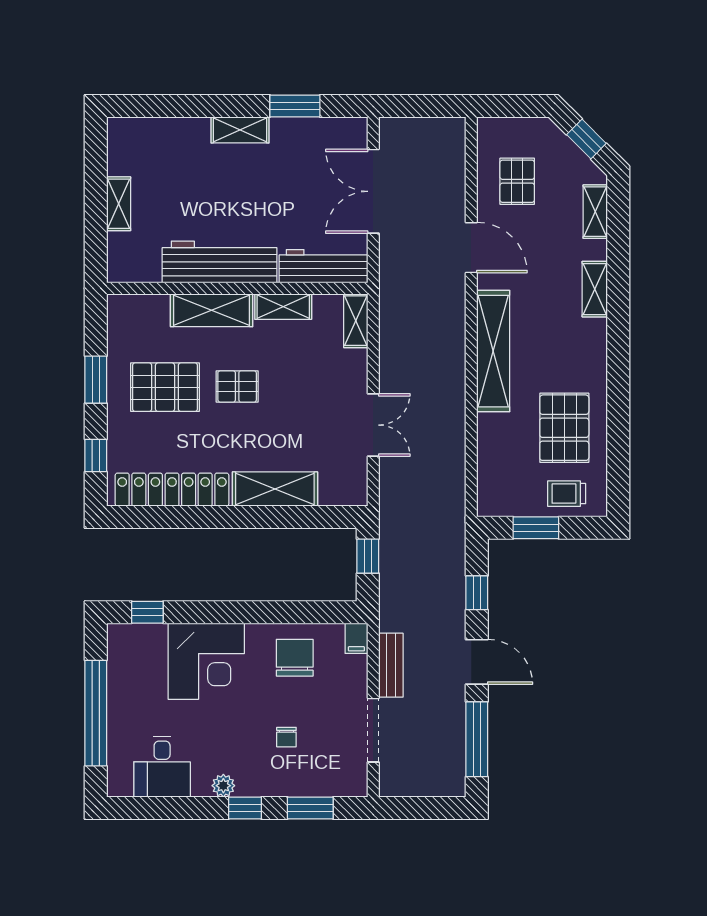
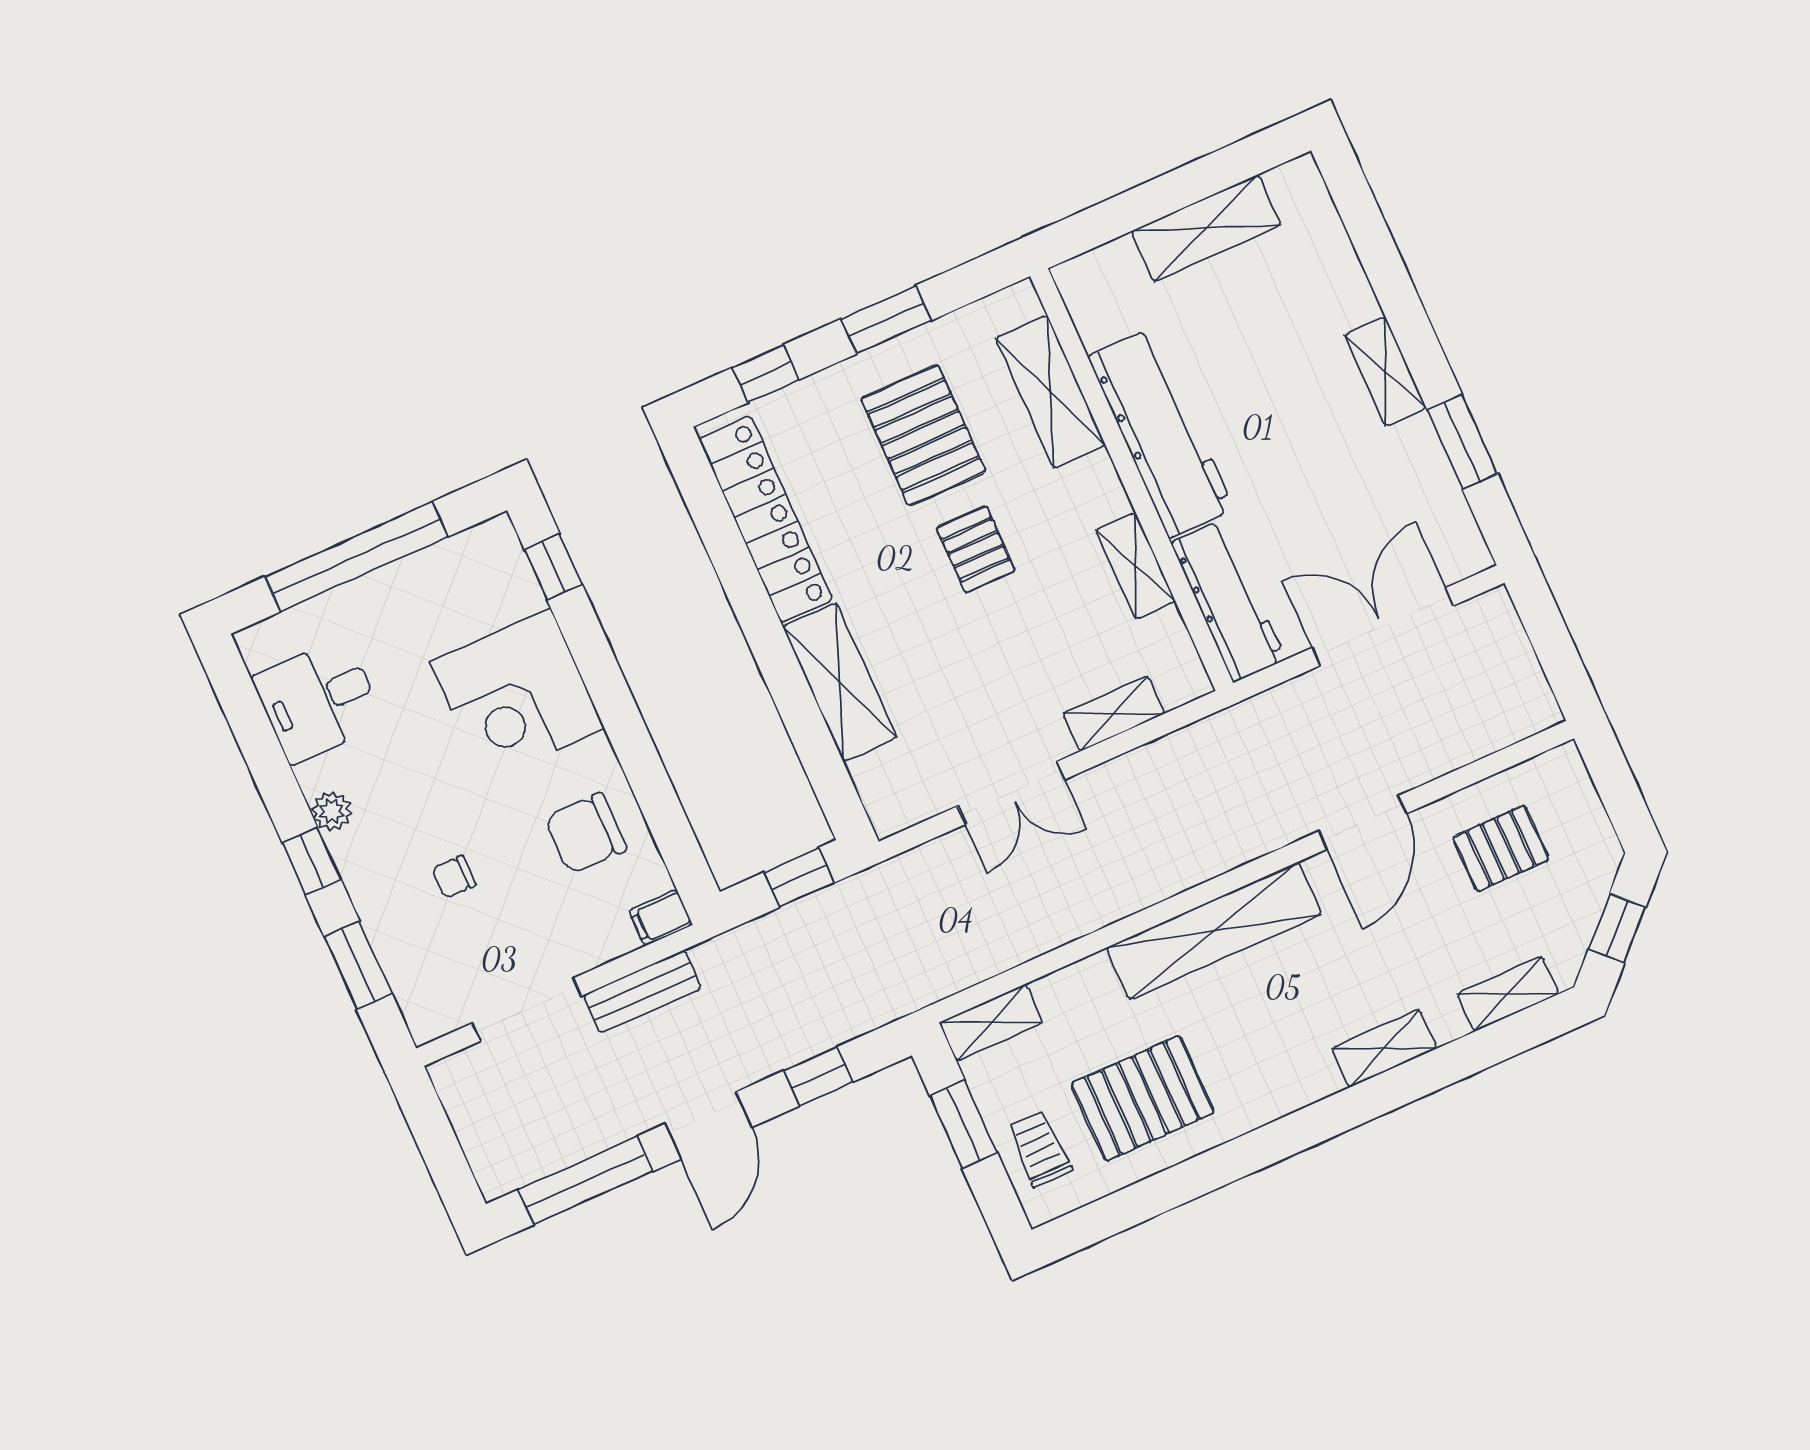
shelving: (119, 204) -> (1206, 228), width x1.50, depth x1.33
shelving: (212, 310) -> (1051, 392), moved
shelving: (356, 321) -> (1114, 714), moved
shelving: (489, 490) -> (991, 1023), added
chair: (295, 658) -> (586, 833), turned 180

